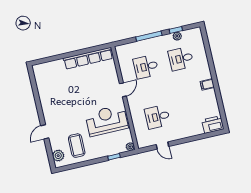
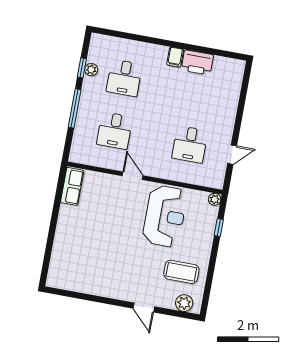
row of seats: (88, 58) -> (72, 186), width x0.50
reception desk: (107, 120) -> (165, 216), turned 180
printer: (213, 125) -> (197, 63), moved, turned -90

